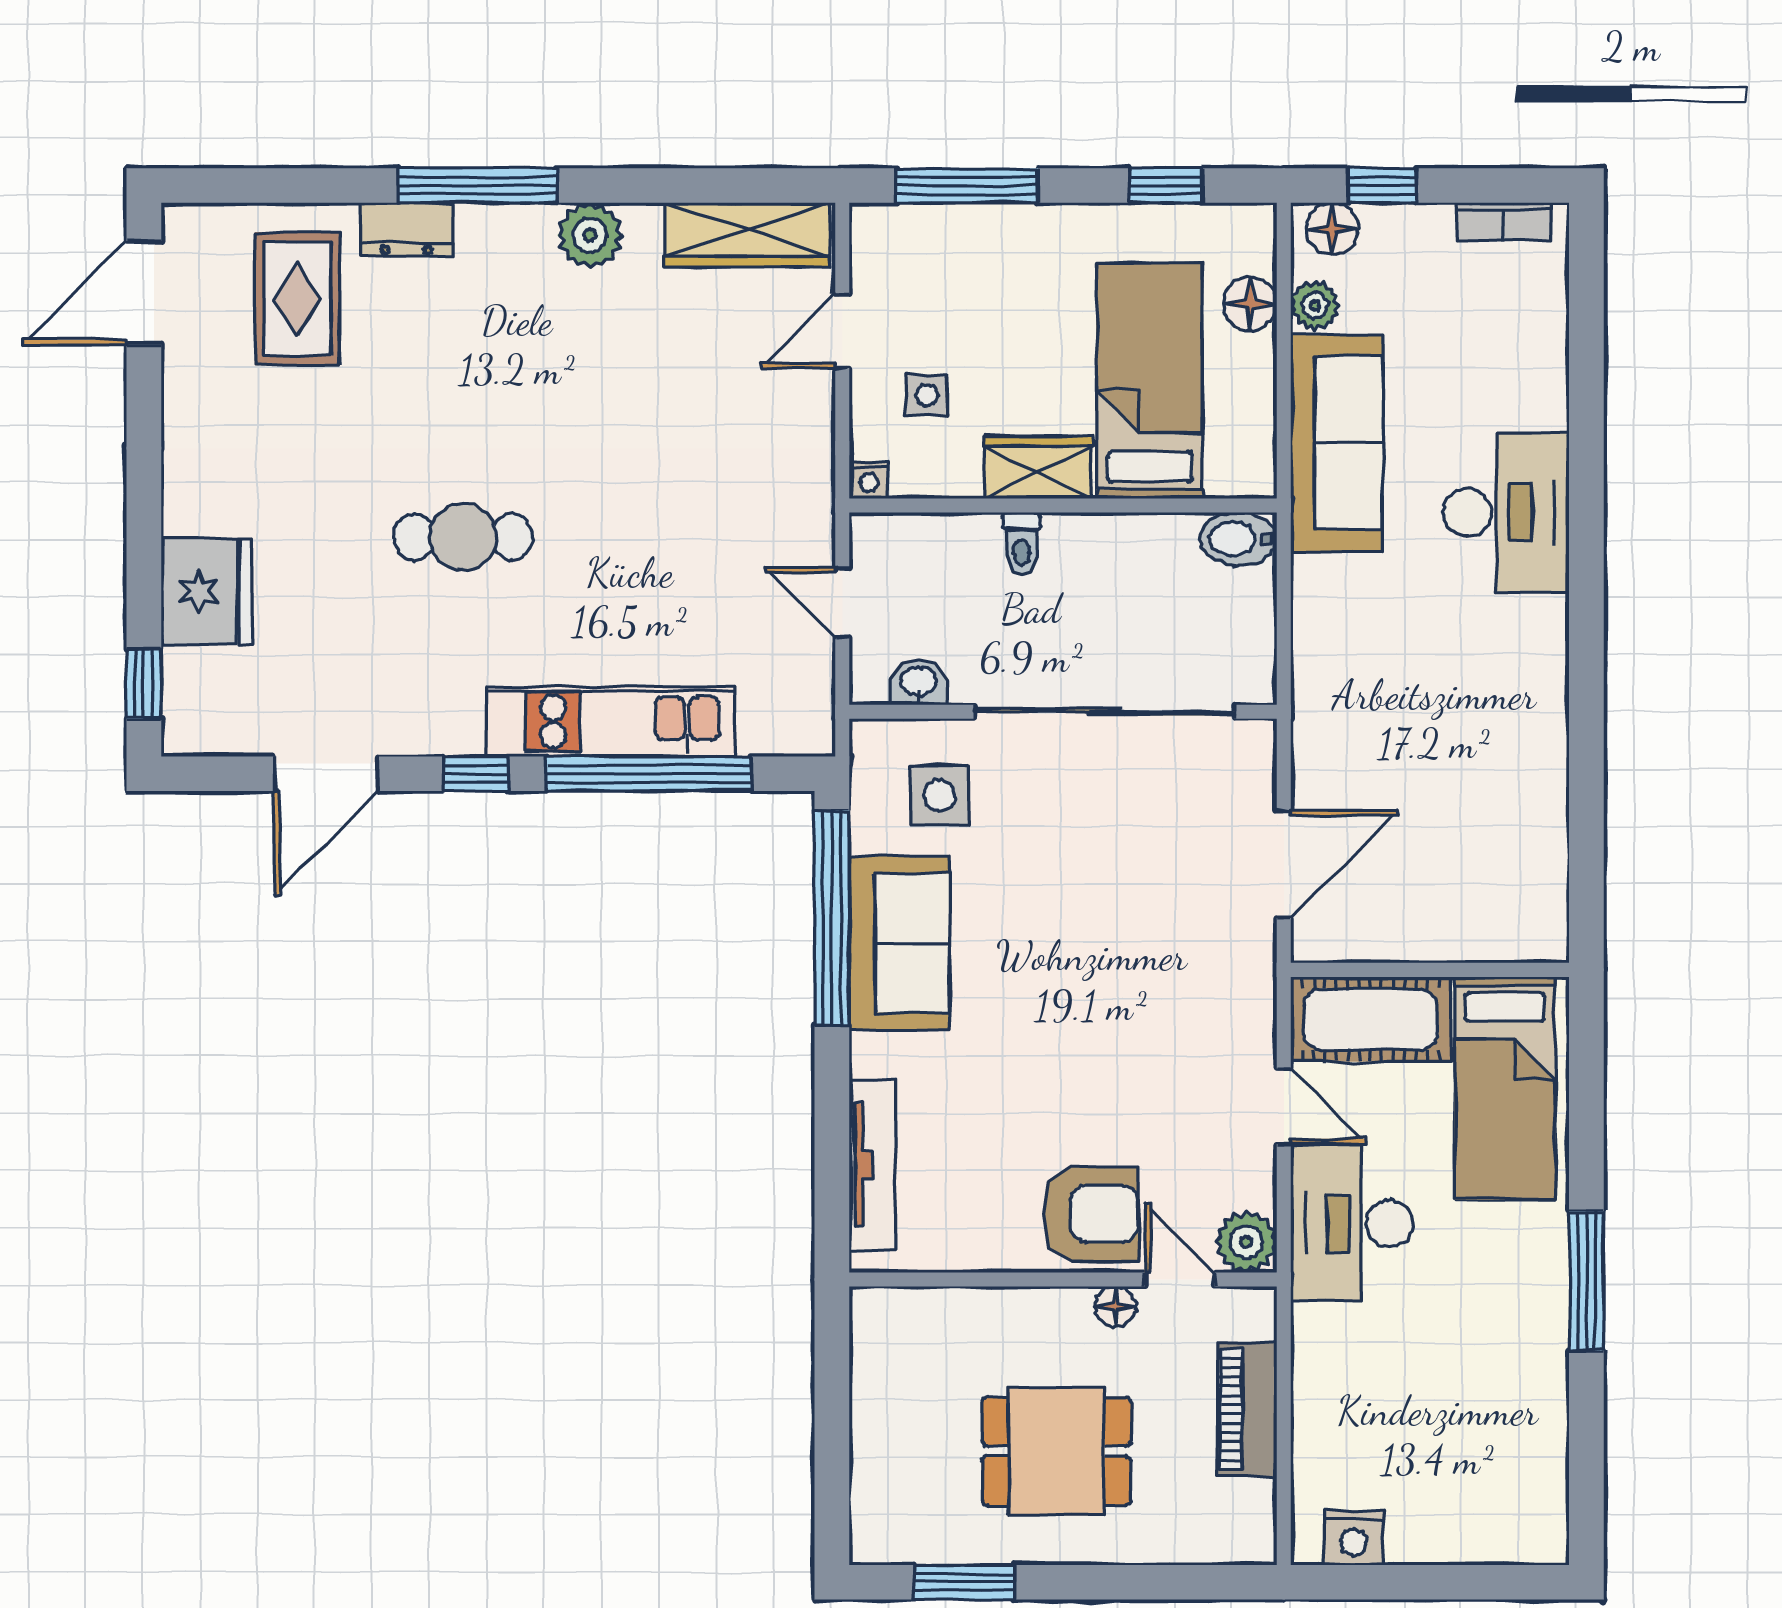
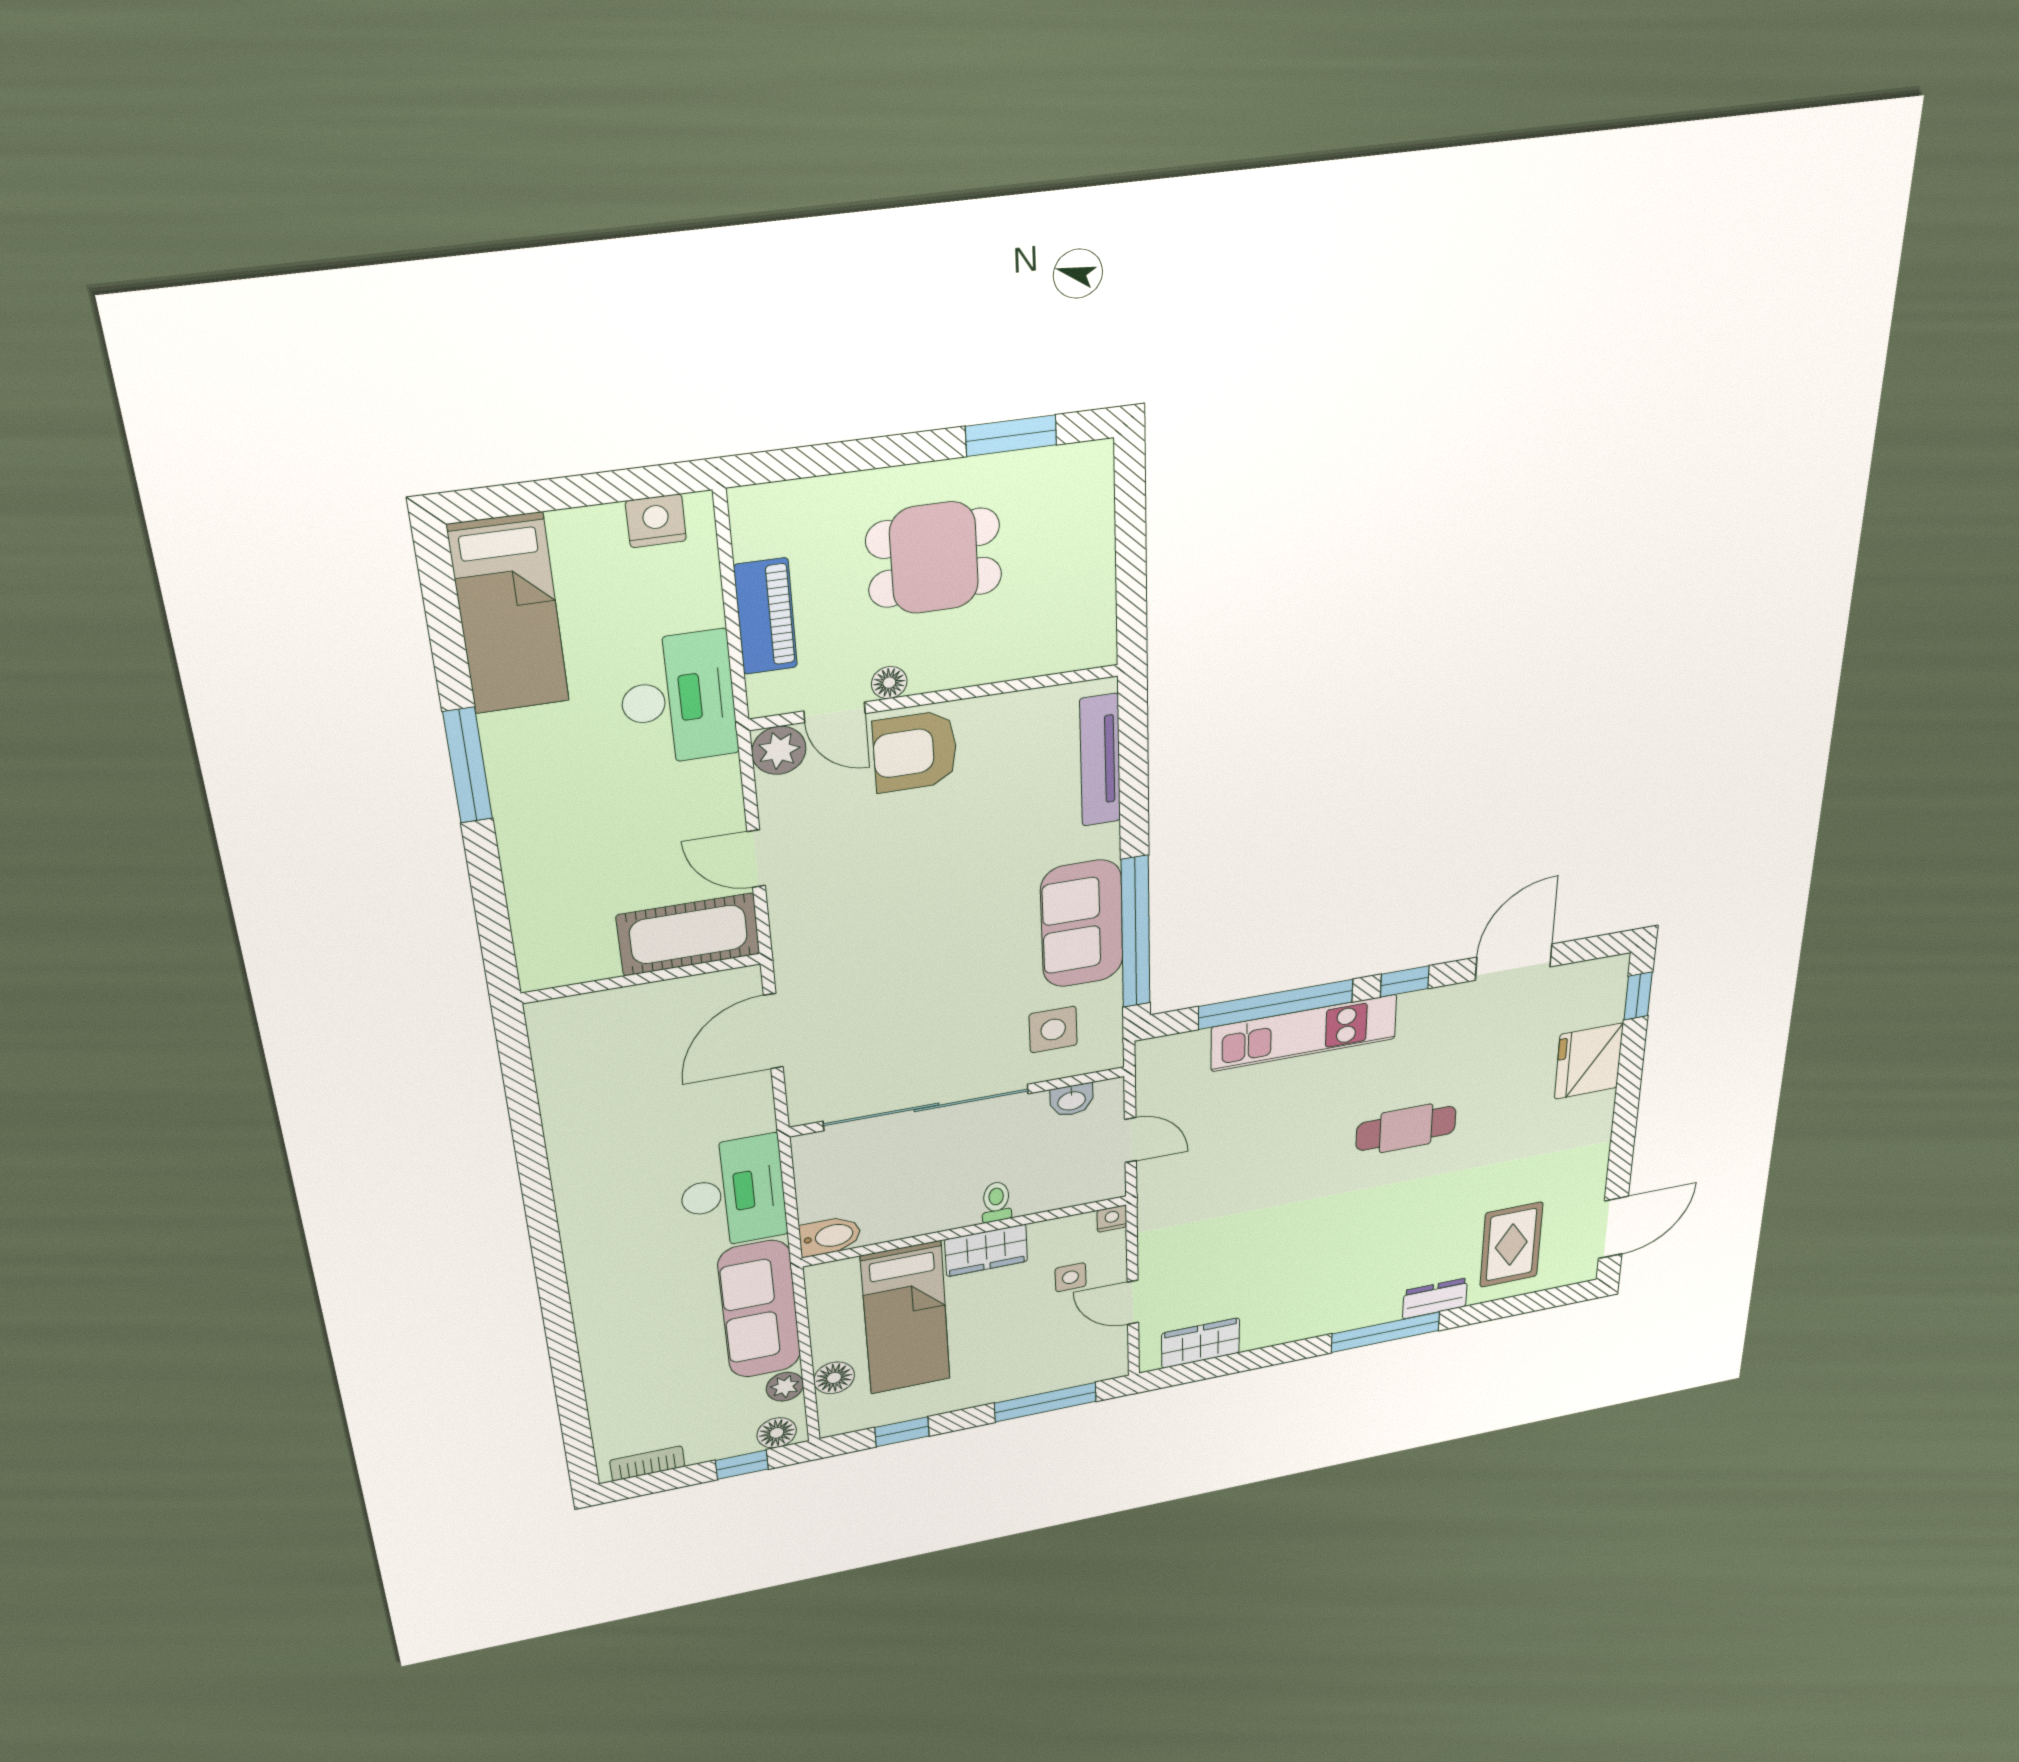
plant: (590, 235) -> (1310, 1320), removed
wardrobe: (747, 235) -> (1201, 1343), width x0.67
door: (842, 331) -> (1133, 1302), swing flipped
desk: (1506, 512) -> (733, 1193), moved, turned 180
bed: (1505, 1088) -> (509, 614), moved, turned 180
desk: (1352, 1223) -> (678, 699), moved

